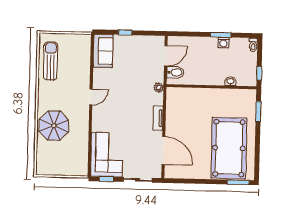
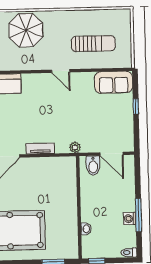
window: (221, 35) -> (138, 215), width x1.44
sun lounger: (51, 61) -> (93, 44), moved

